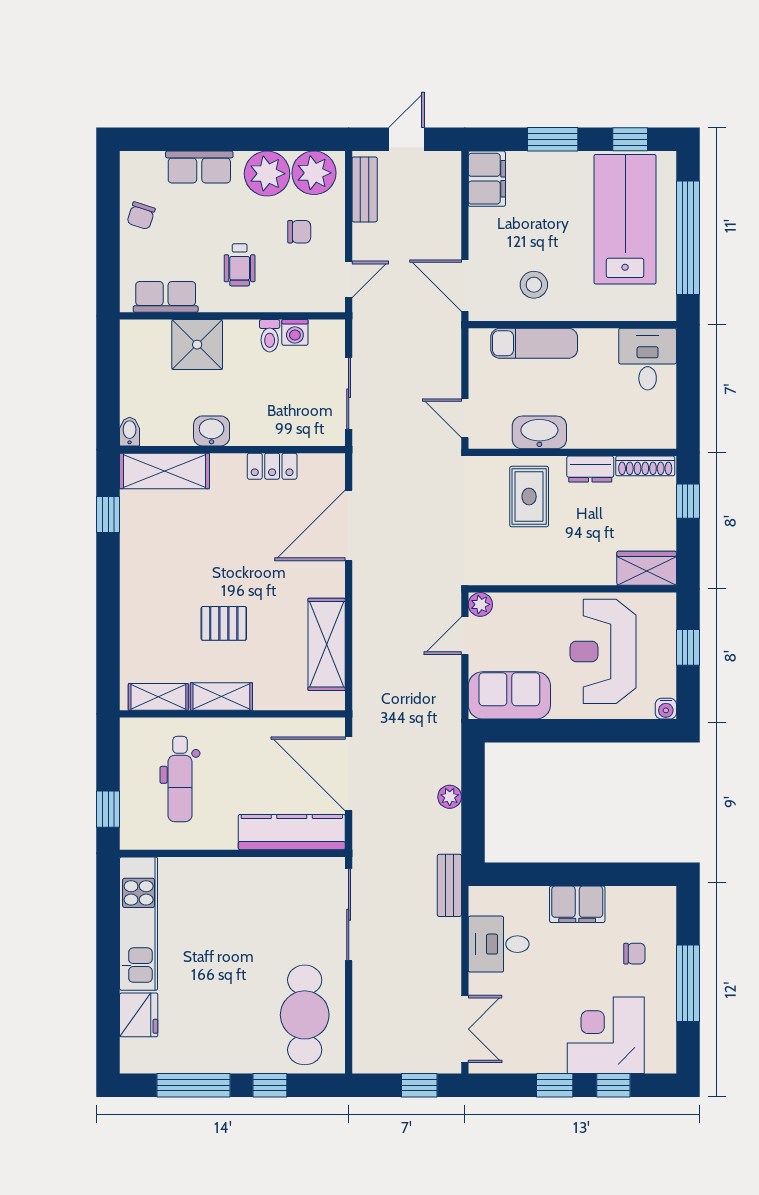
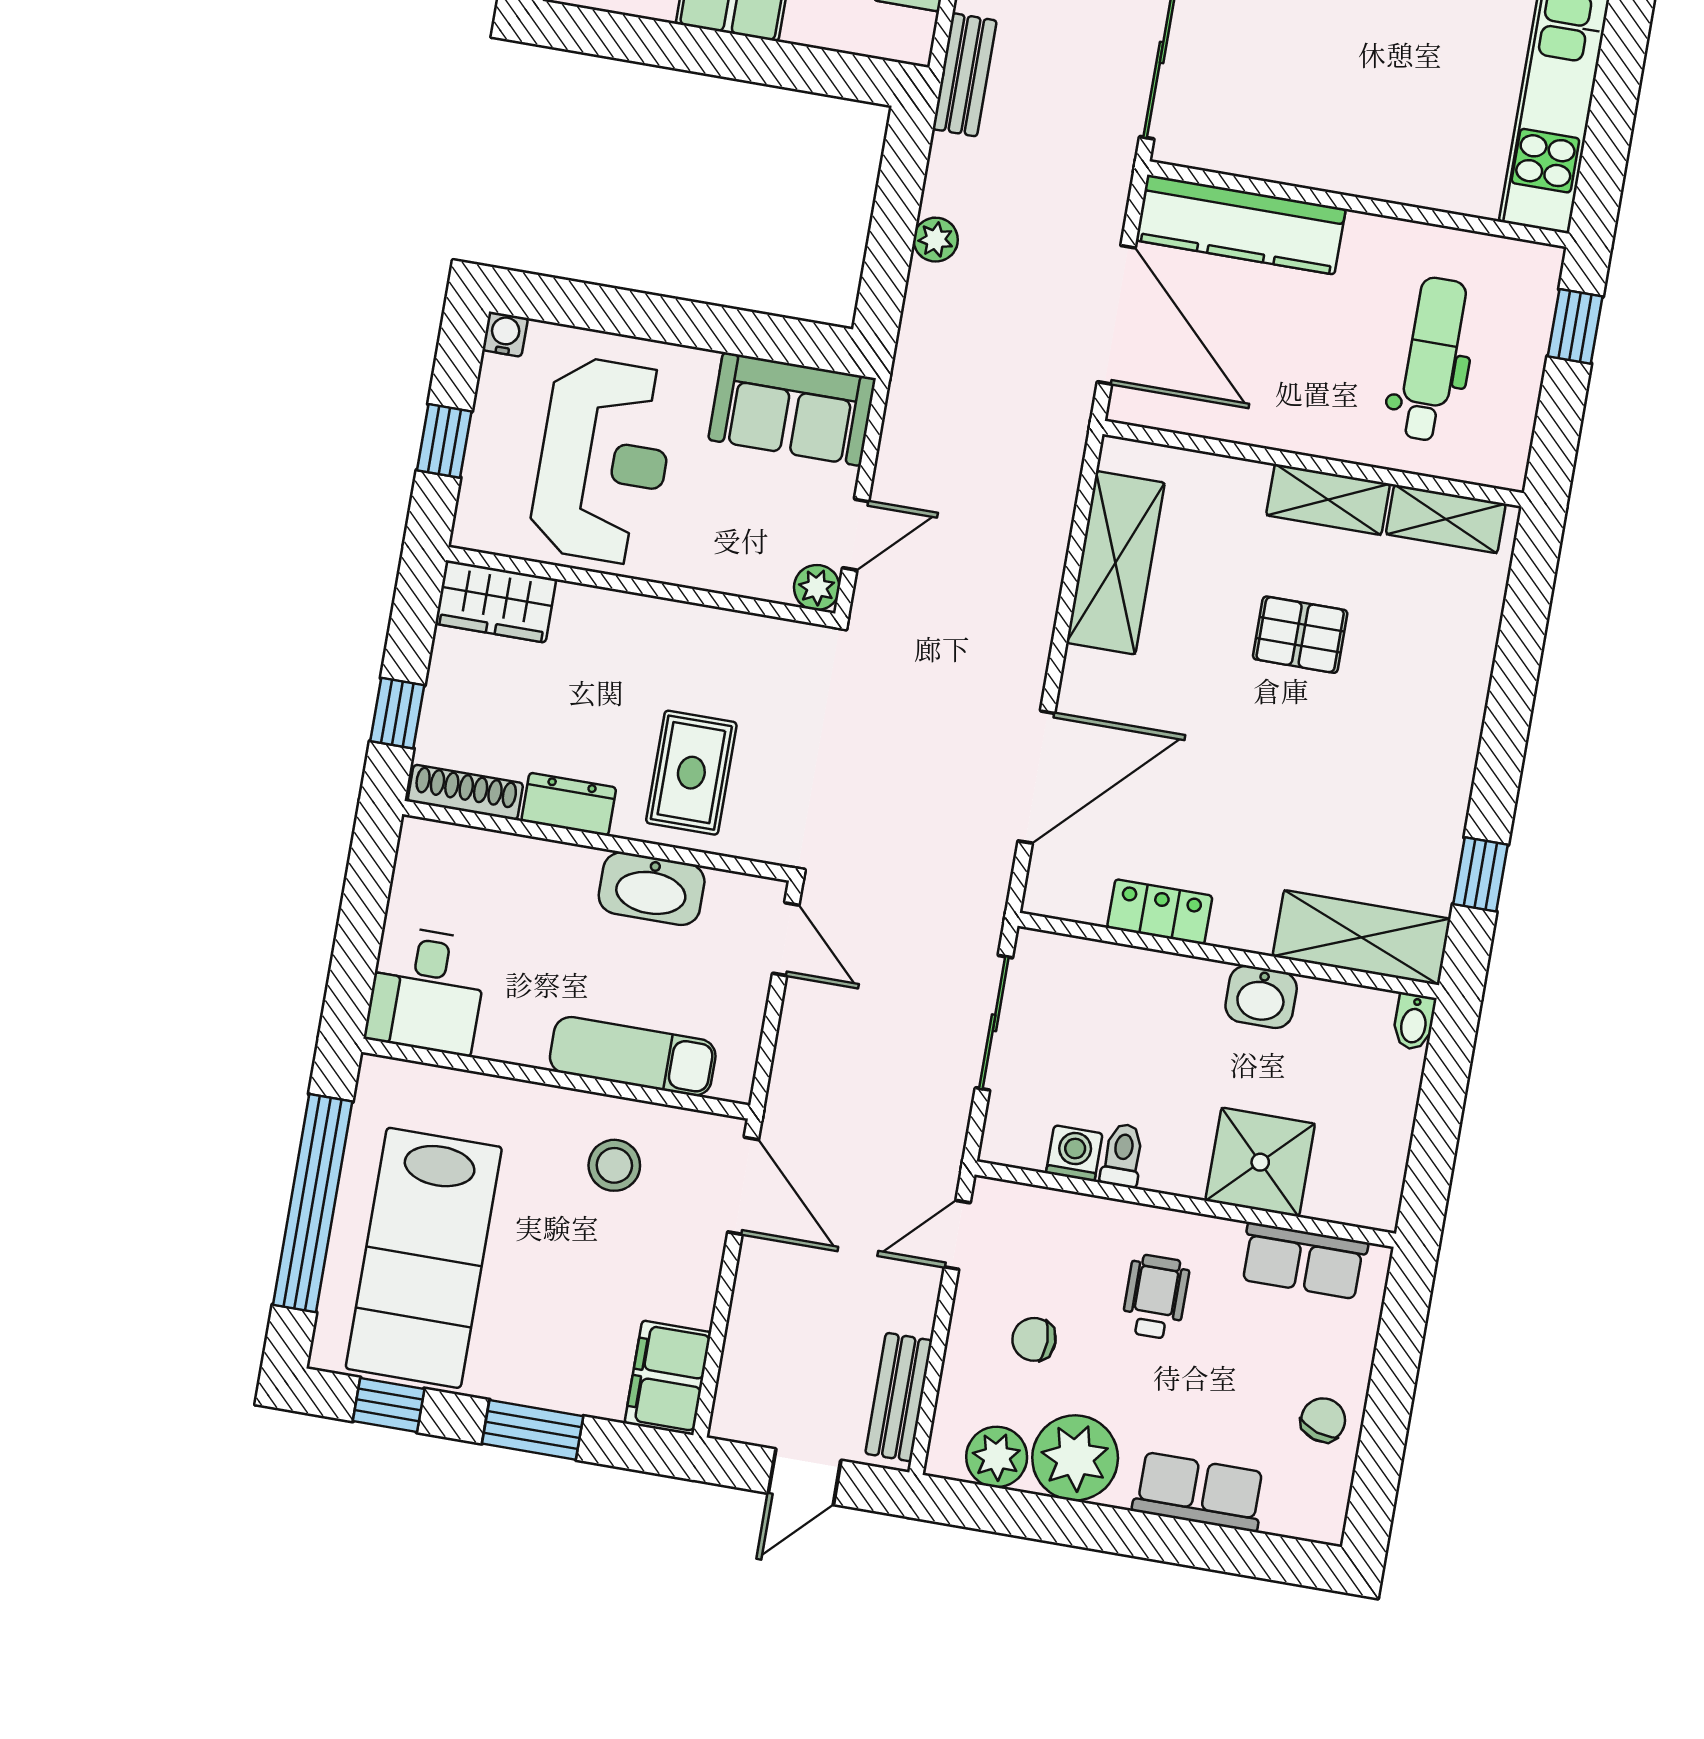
plant: (314, 173) -> (997, 1457), width x0.73, depth x0.73

